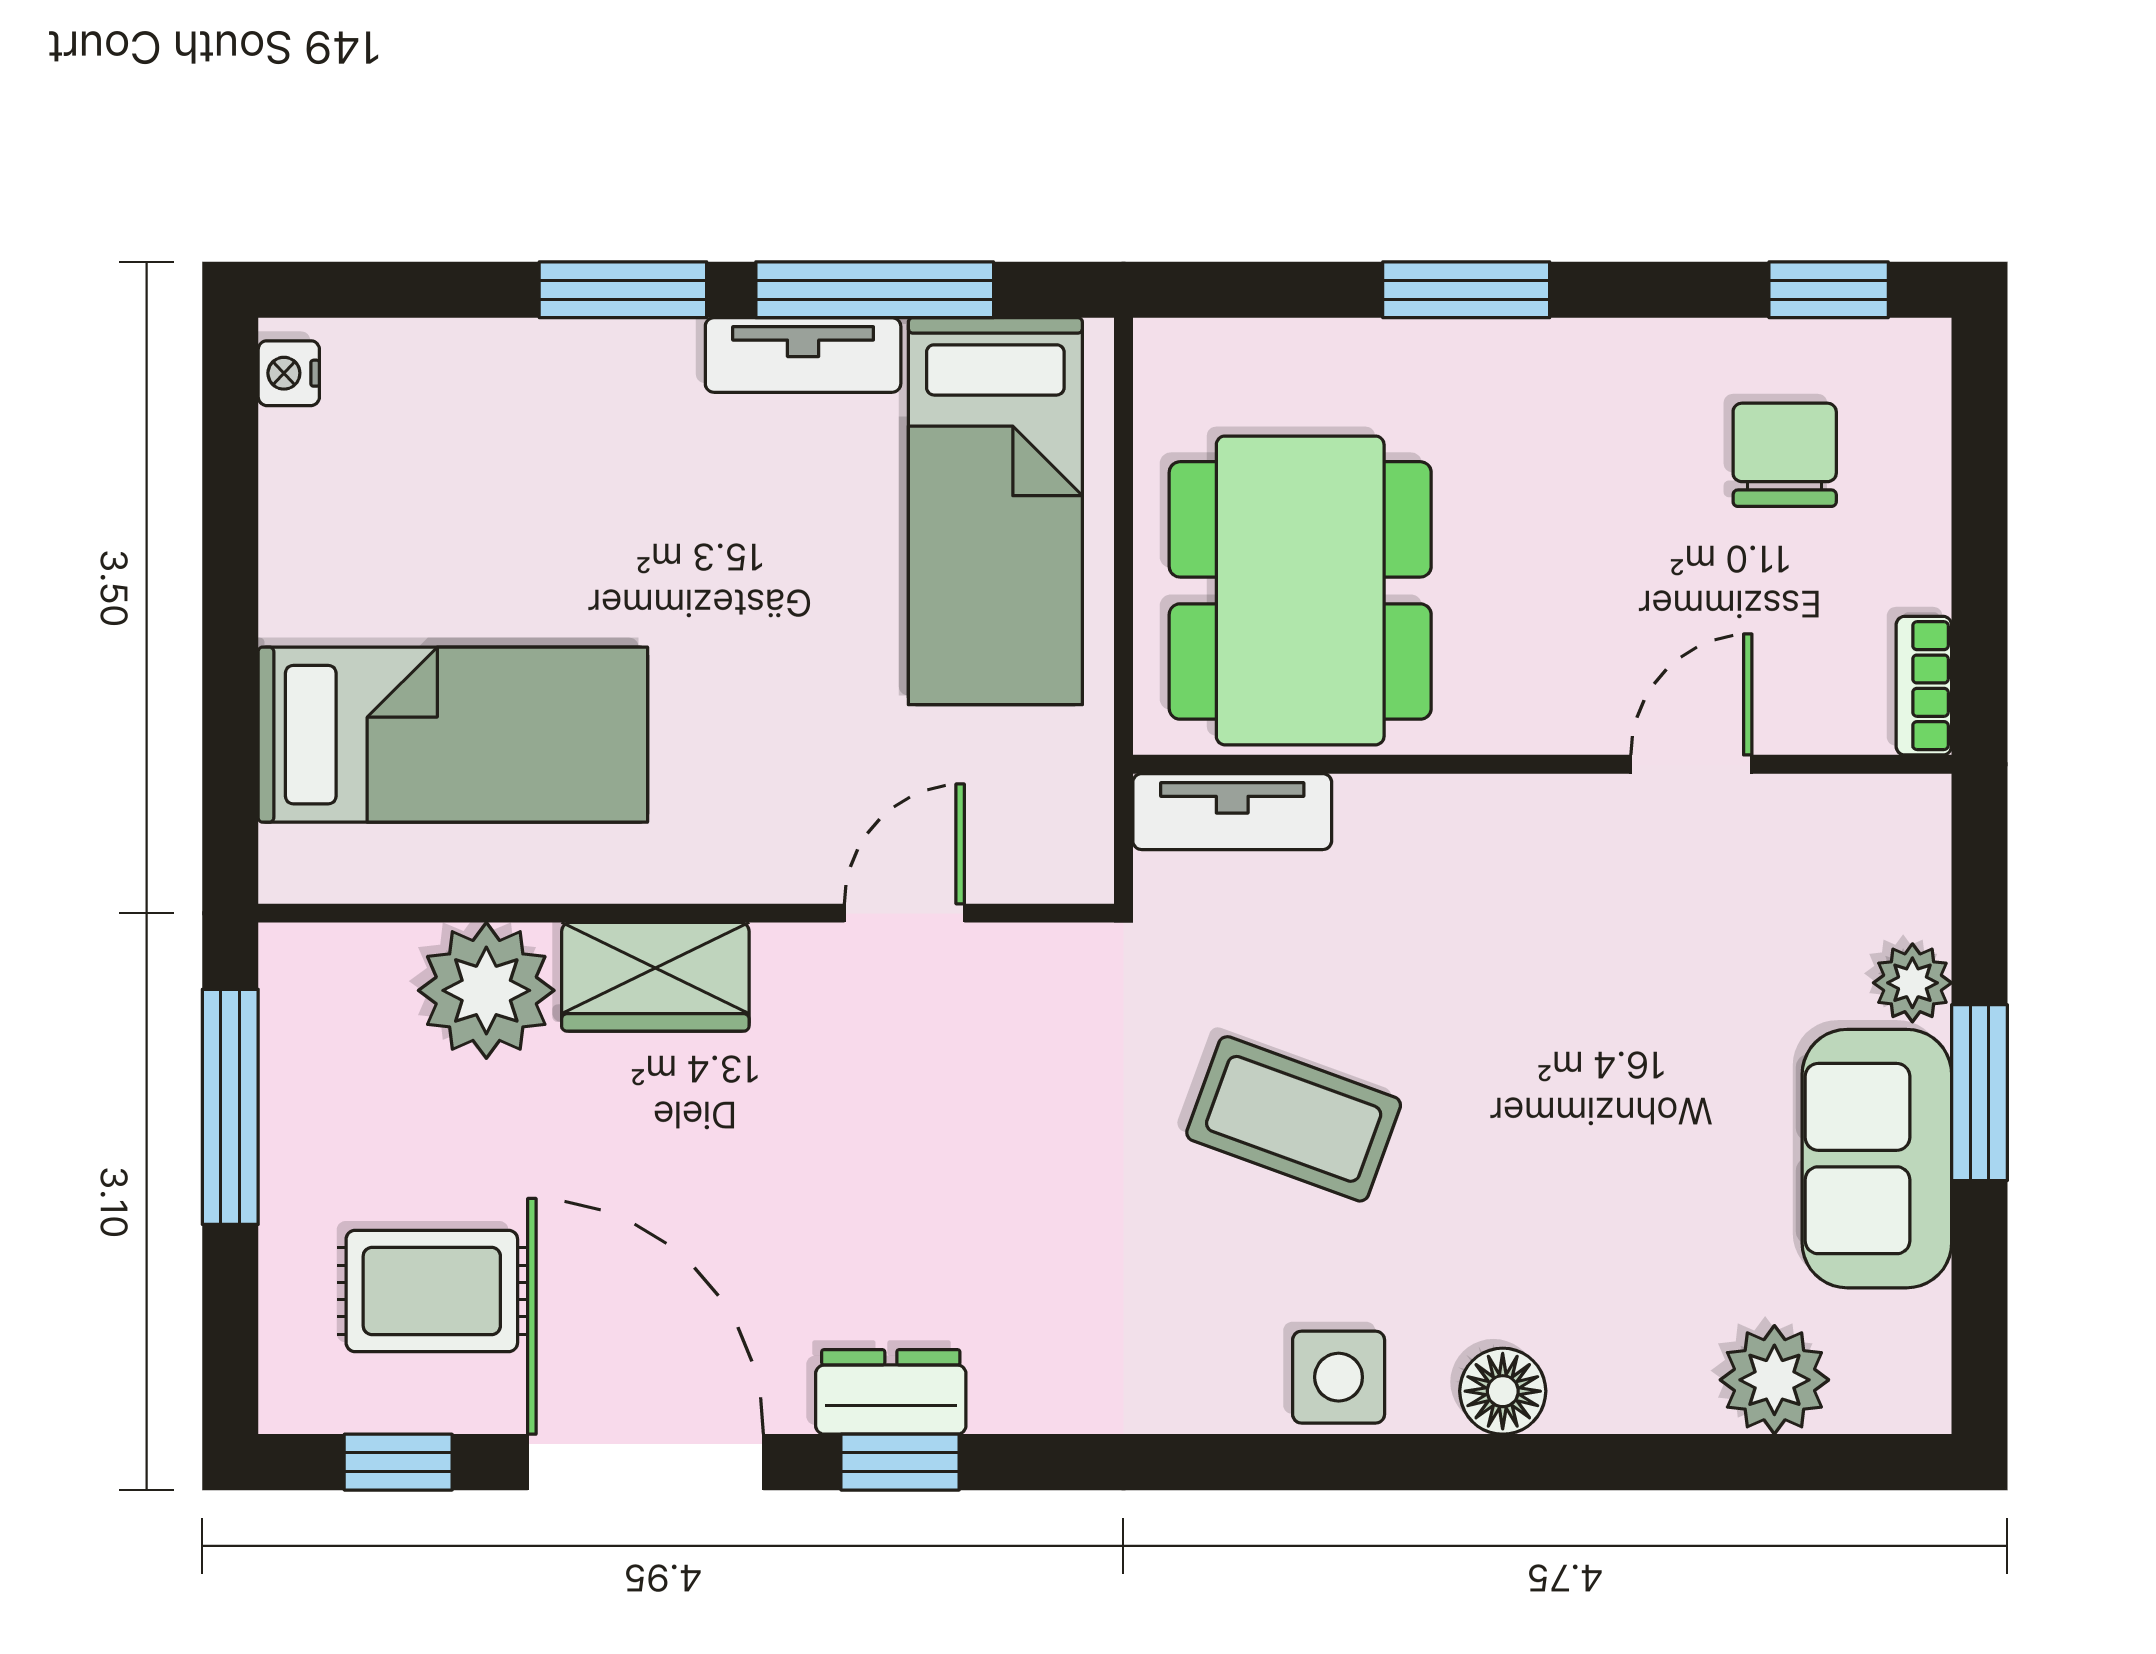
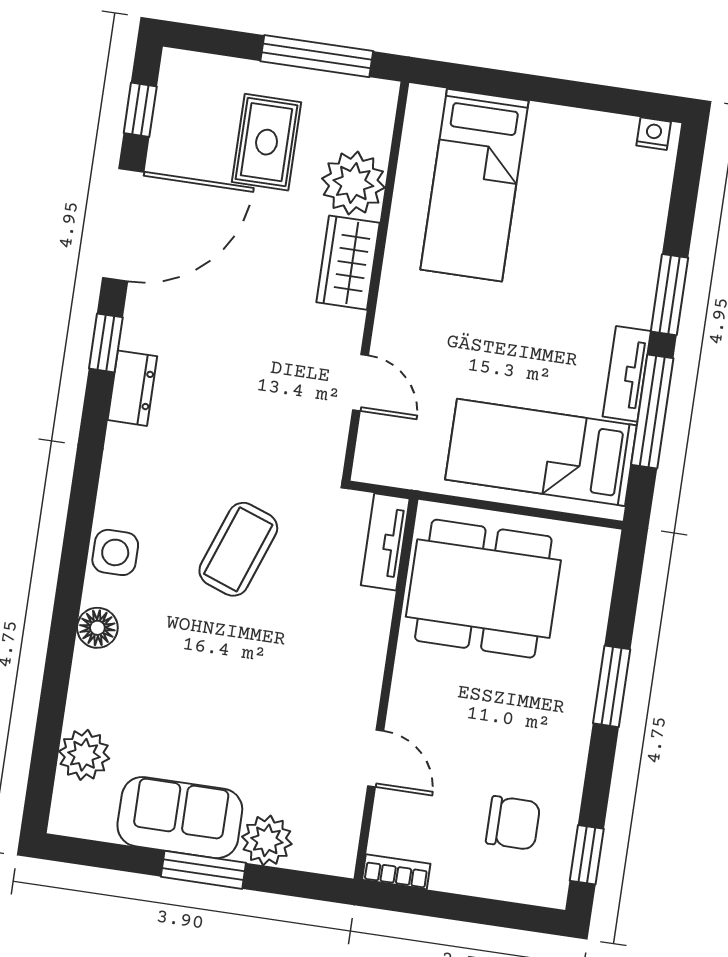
plant: (1912, 983) -> (267, 840), width x1.38, depth x1.38
rug: (432, 1291) -> (267, 142), moved
dresser: (891, 1392) -> (132, 388), moved

